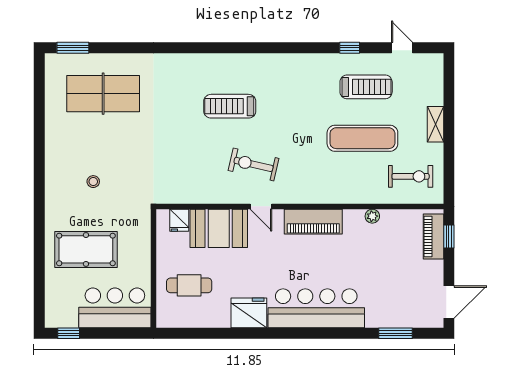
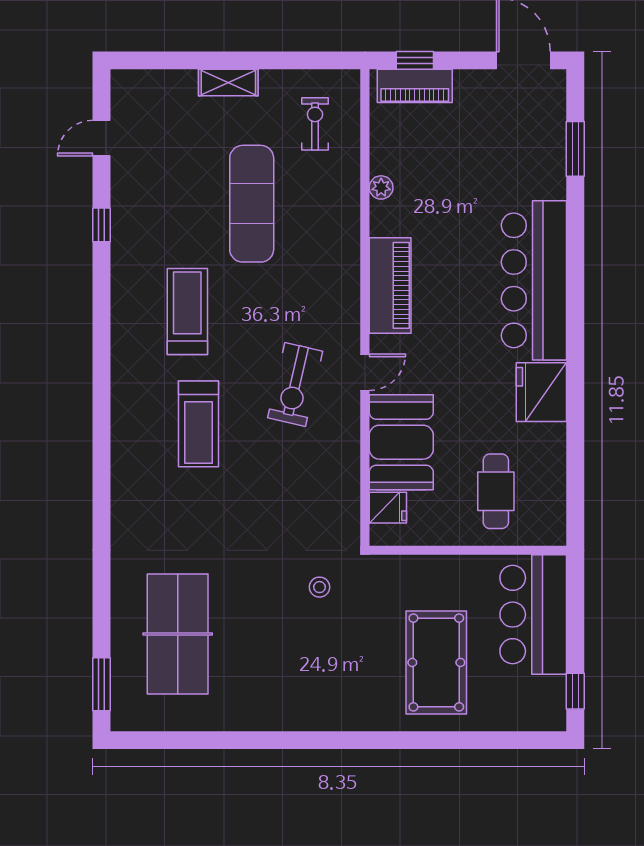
treadmill: (366, 87) -> (187, 312), moved
exercise bike: (411, 176) -> (315, 124), width x0.73, depth x0.72
stool: (93, 182) -> (320, 587), moved

